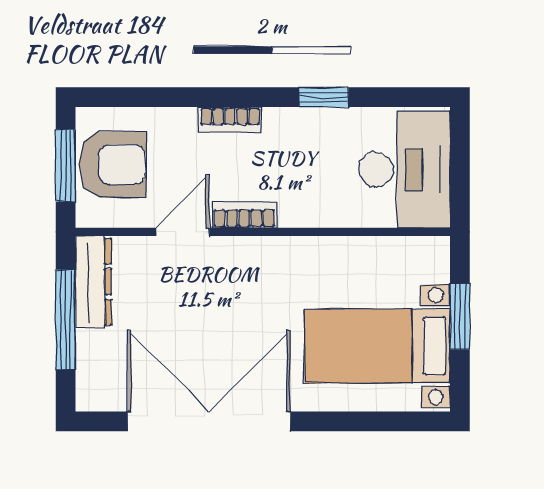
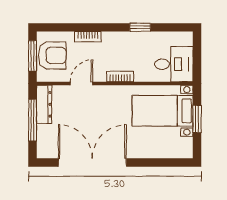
bookcase: (230, 119) -> (88, 37), moved
desk: (404, 170) -> (174, 64), width x0.73
bookcase: (244, 215) -> (120, 77), moved
bed with nightstands: (377, 346) -> (163, 111), moved

